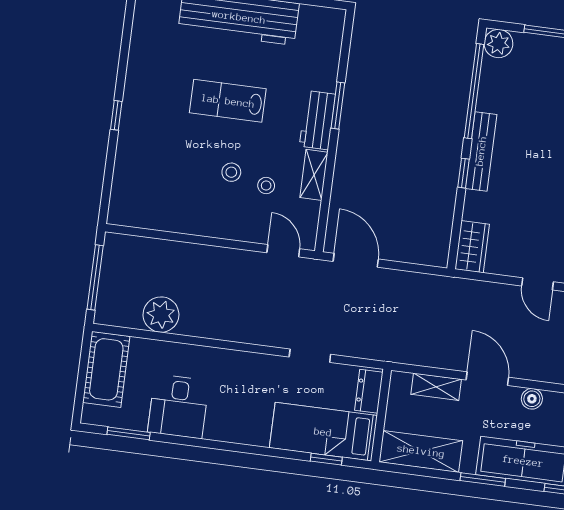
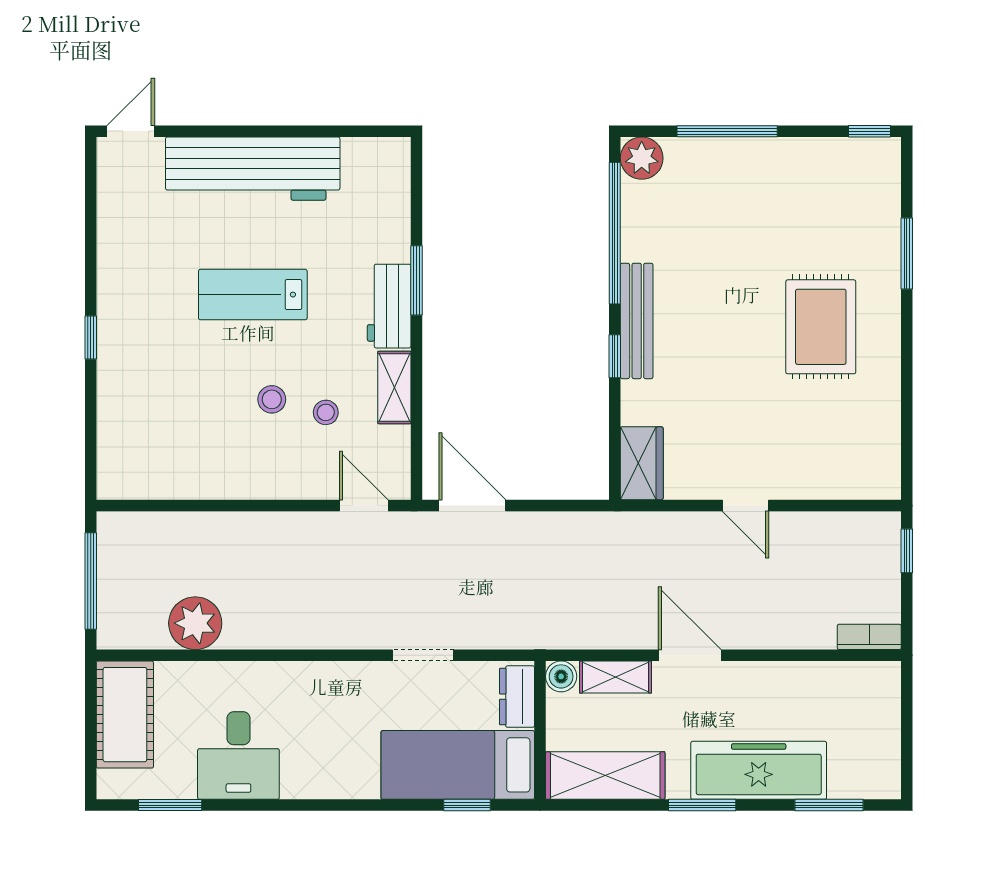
boiler: (532, 399) -> (561, 676), moved

